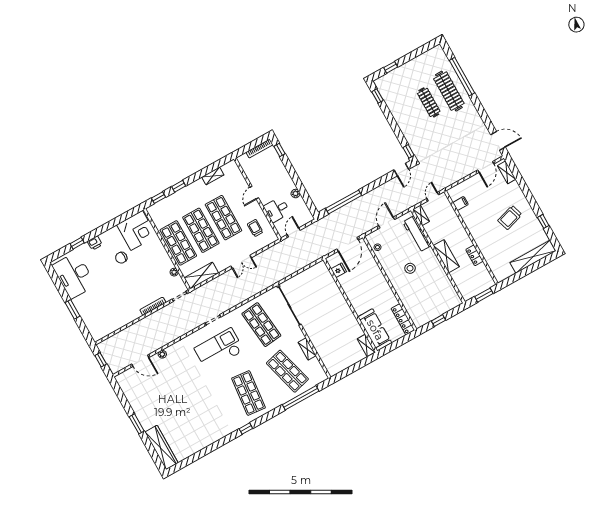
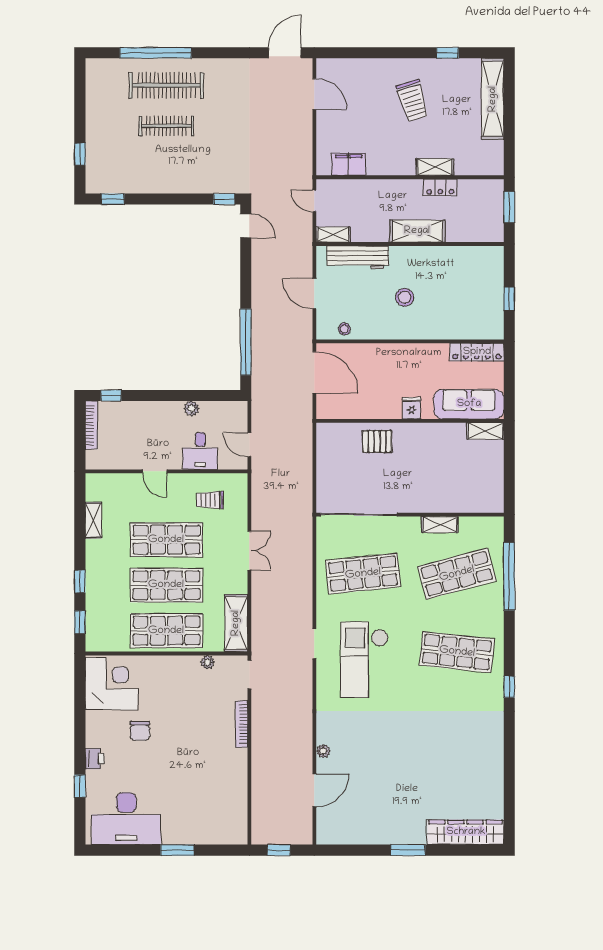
shelving: (507, 172) -> (435, 167), moved
filing cabinet: (460, 203) -> (349, 164), width x2.00
fridge: (339, 270) -> (412, 408), moved
pallet: (331, 295) -> (377, 441), added

